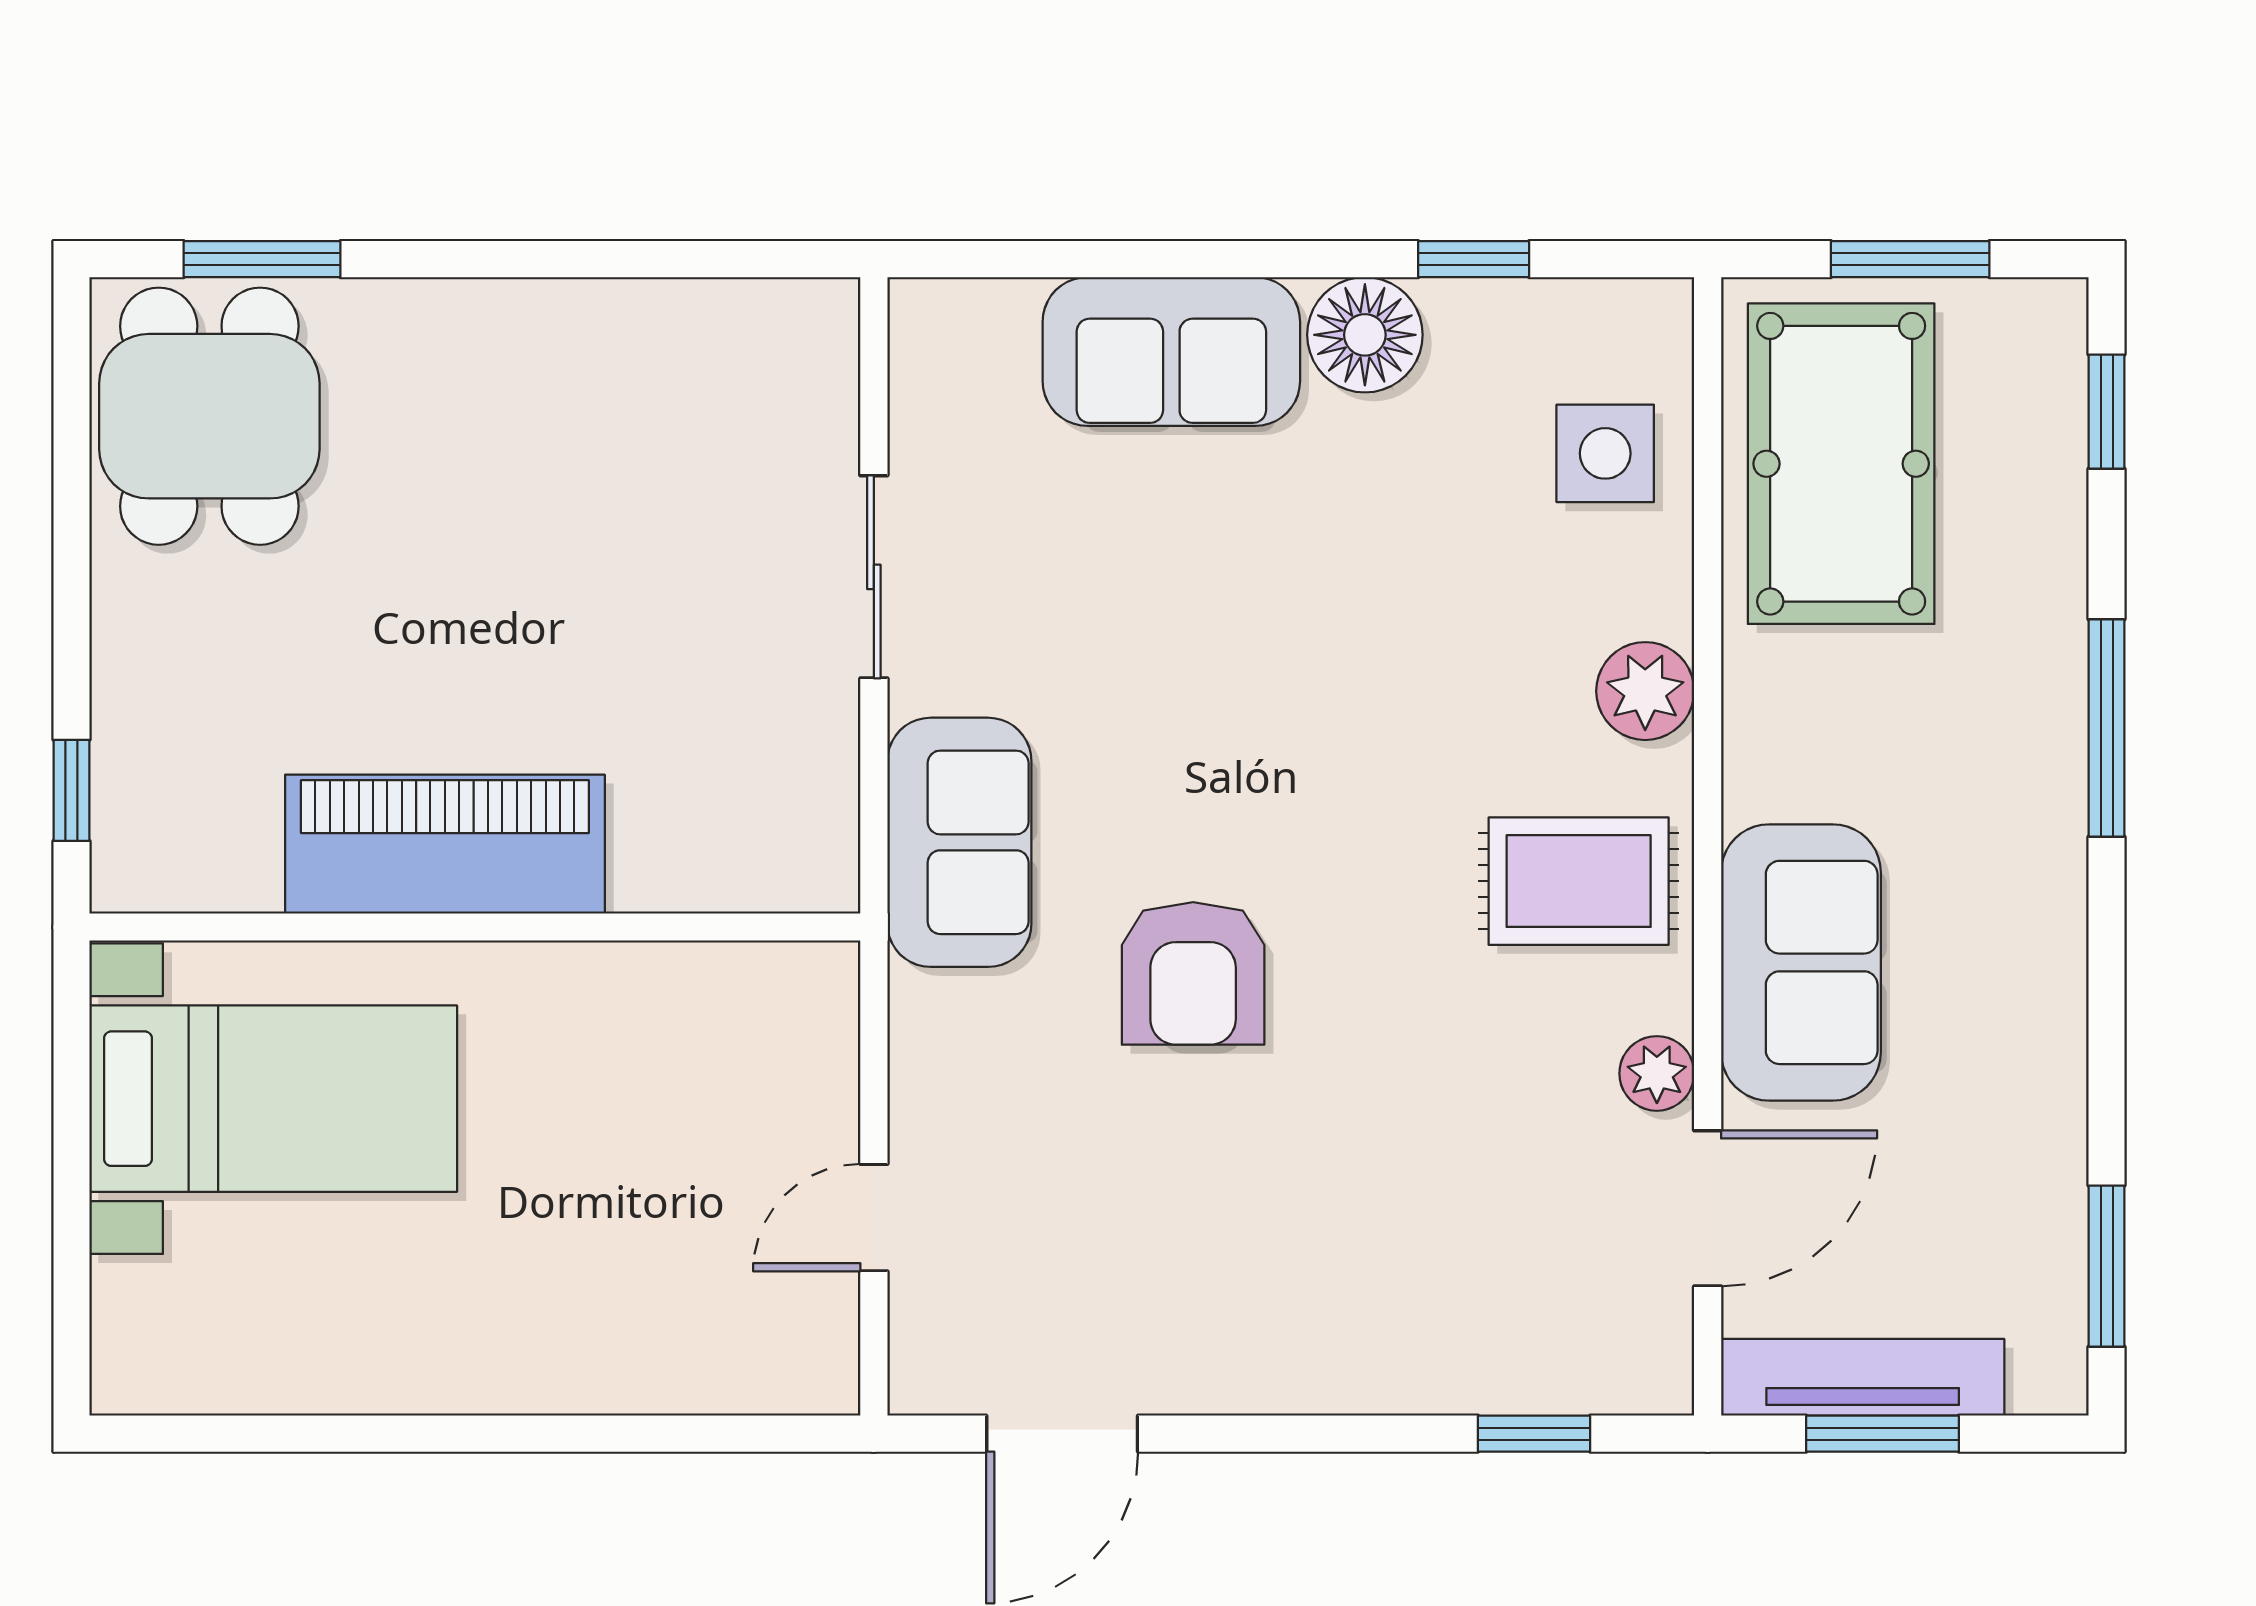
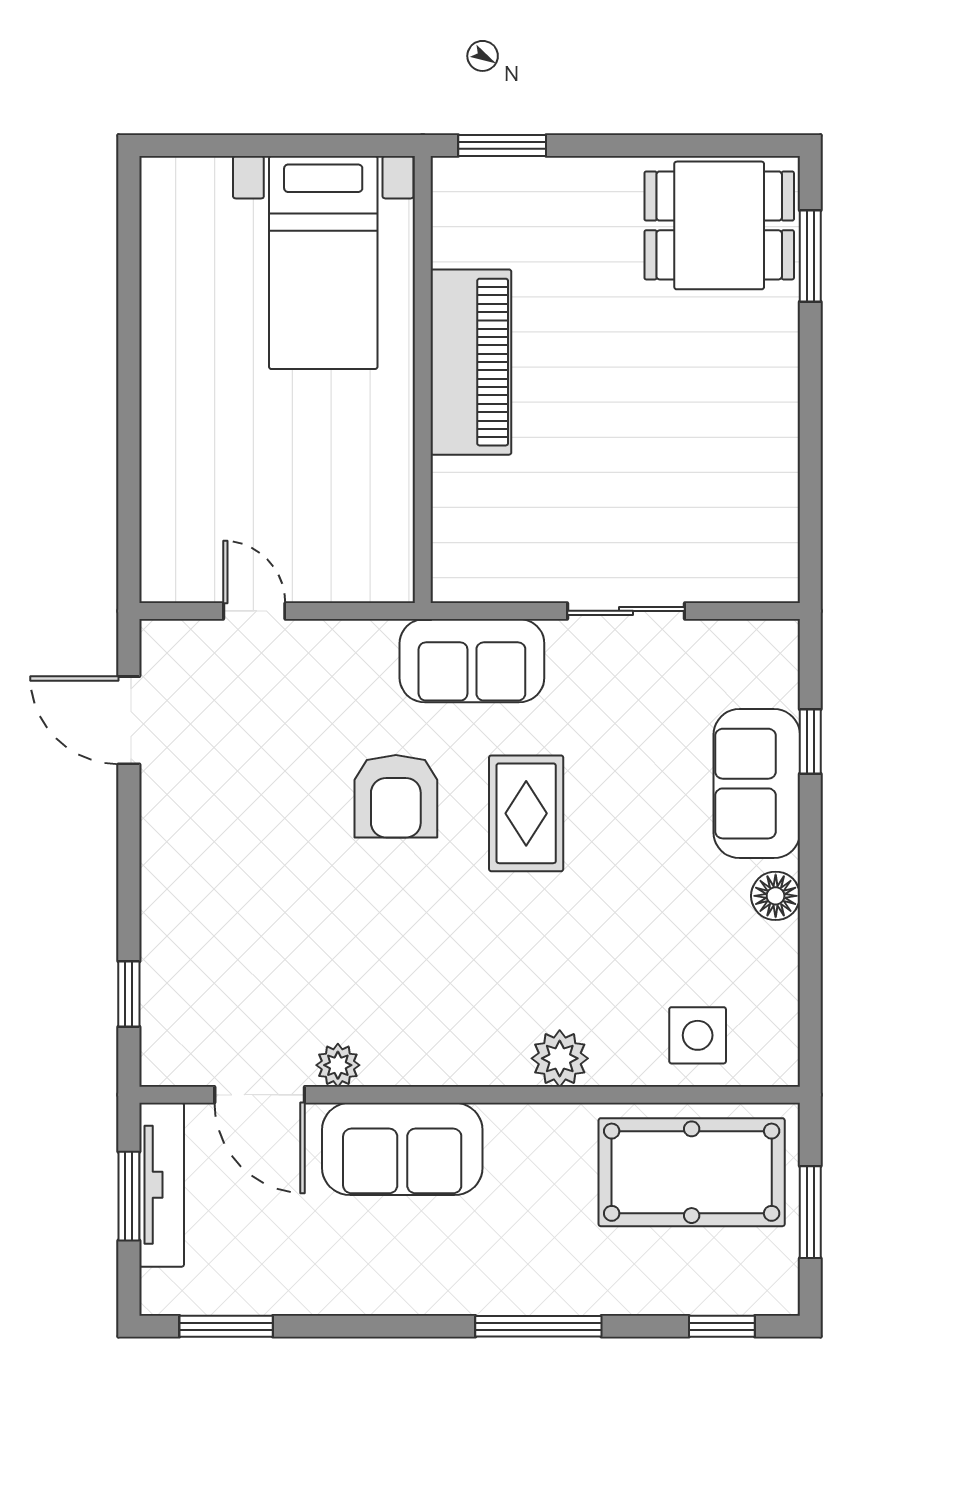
window: (1474, 259) -> (810, 742), moved
floor lamp: (1365, 335) -> (776, 896), width x0.73, depth x0.73
window: (71, 790) -> (502, 145), width x1.50
rug: (1579, 881) -> (526, 813), moved
armchair: (1193, 973) -> (396, 796), turned -90

